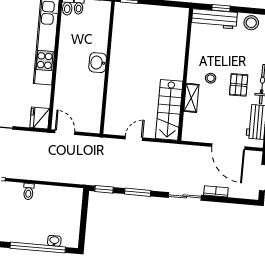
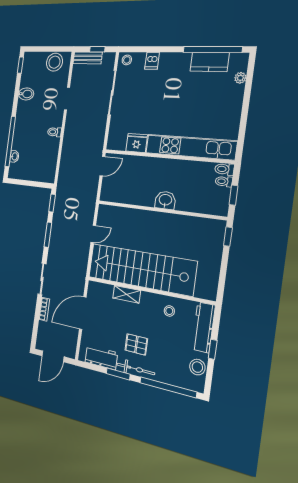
window: (221, 8) -> (213, 349), moved
stool: (211, 78) -> (169, 311), moved
stairs: (169, 110) -> (141, 269), width x1.86, depth x1.51
fridge: (40, 118) -> (137, 143), moved
door: (134, 138) -> (93, 234), hinge flipped
door: (228, 147) -> (83, 313), moved

